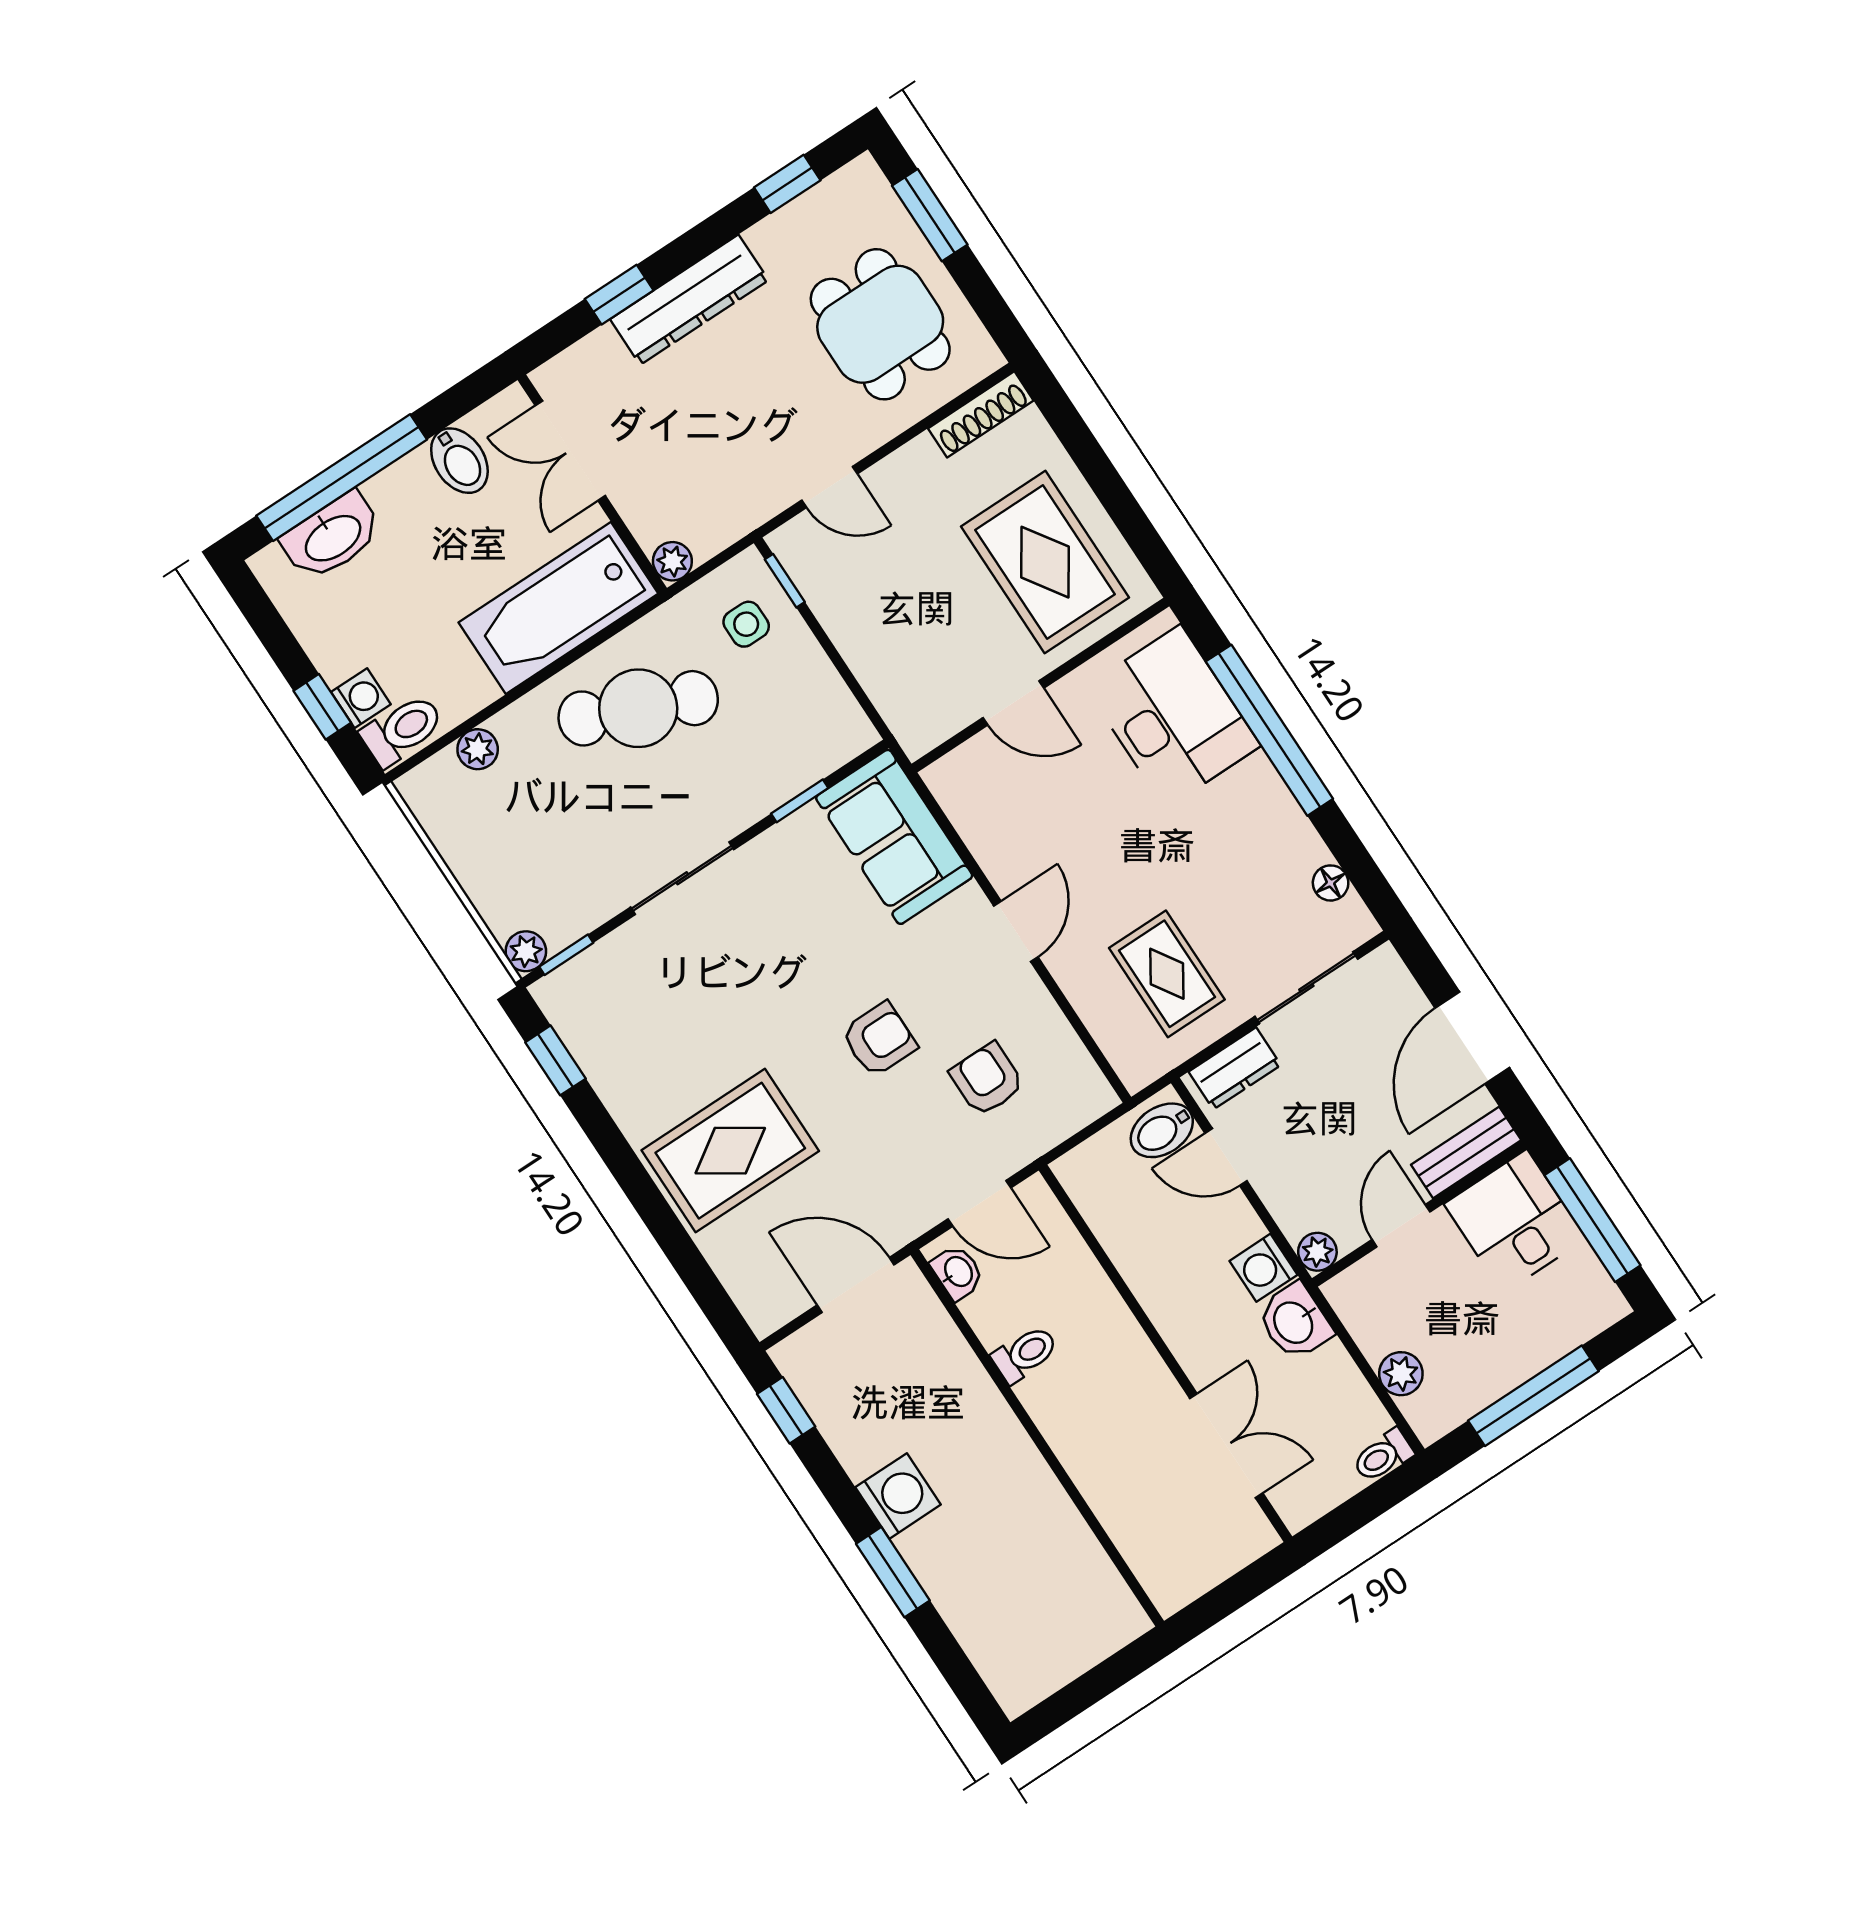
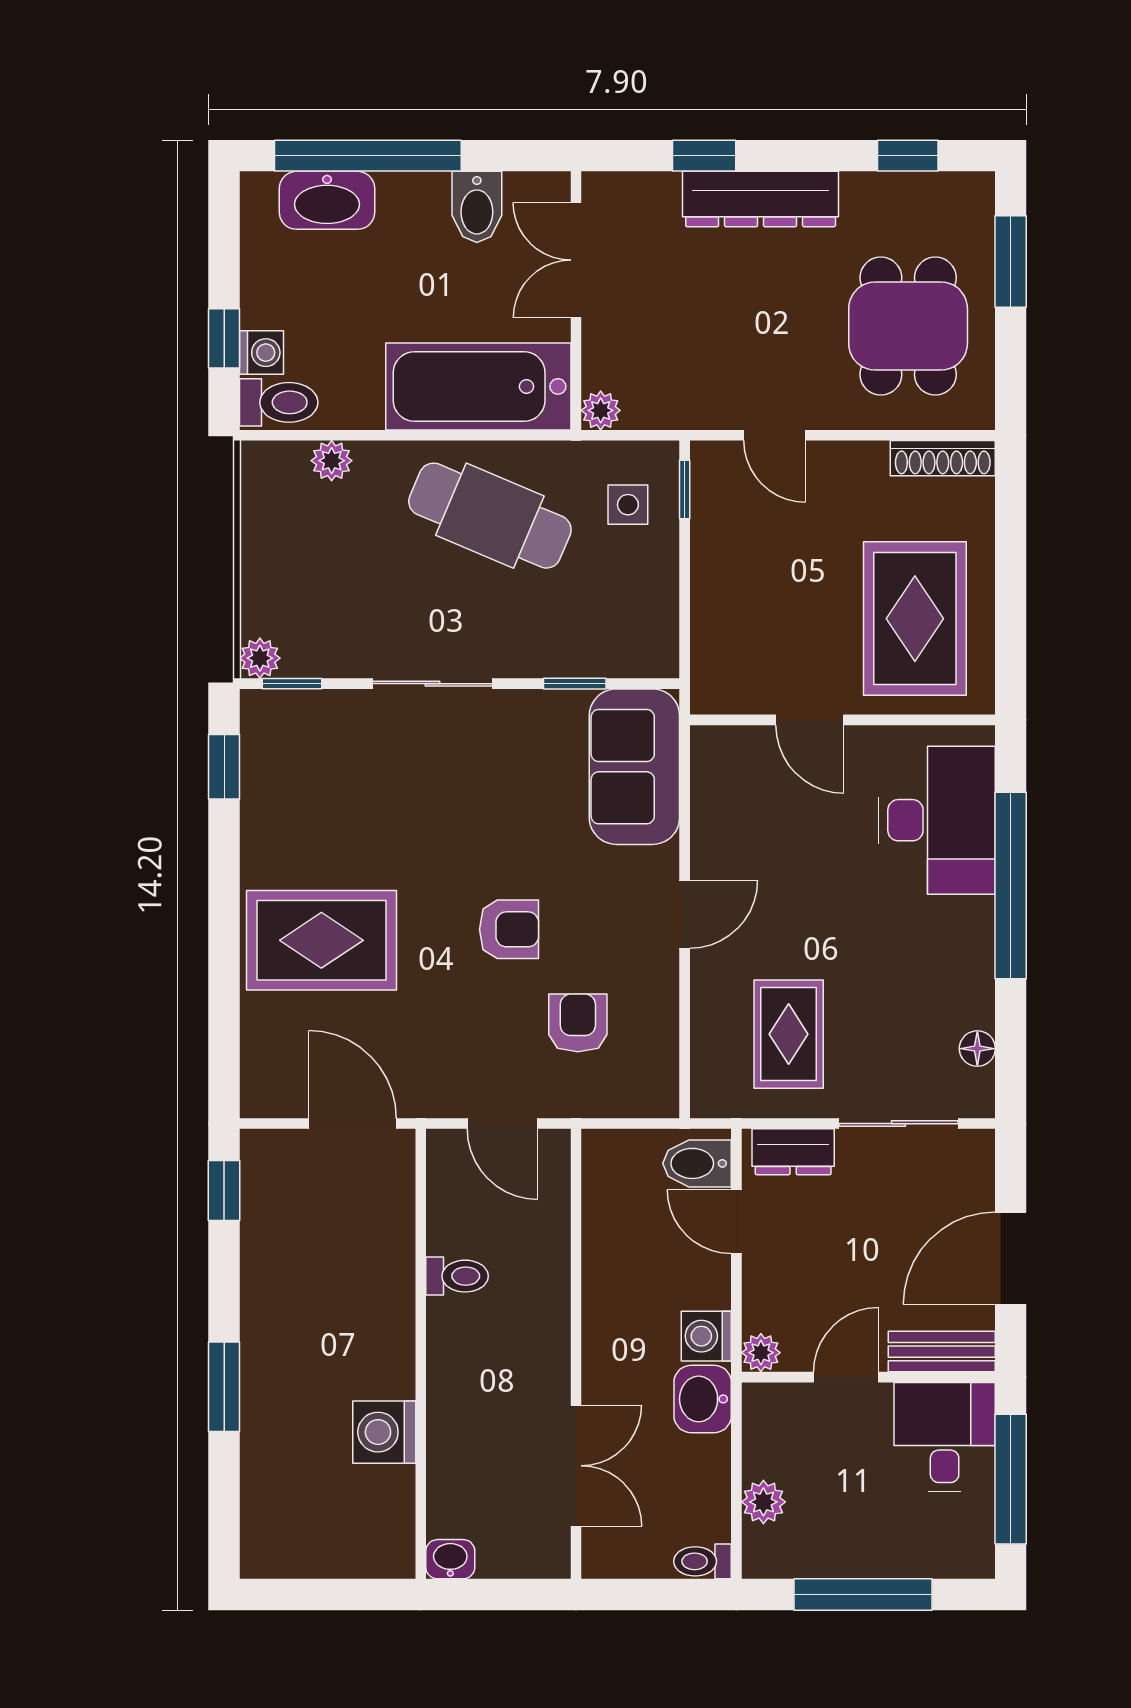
washbasin: (958, 1272) -> (450, 1559), moved, turned -90
washing machine: (898, 1496) -> (384, 1432), moved, turned 180

